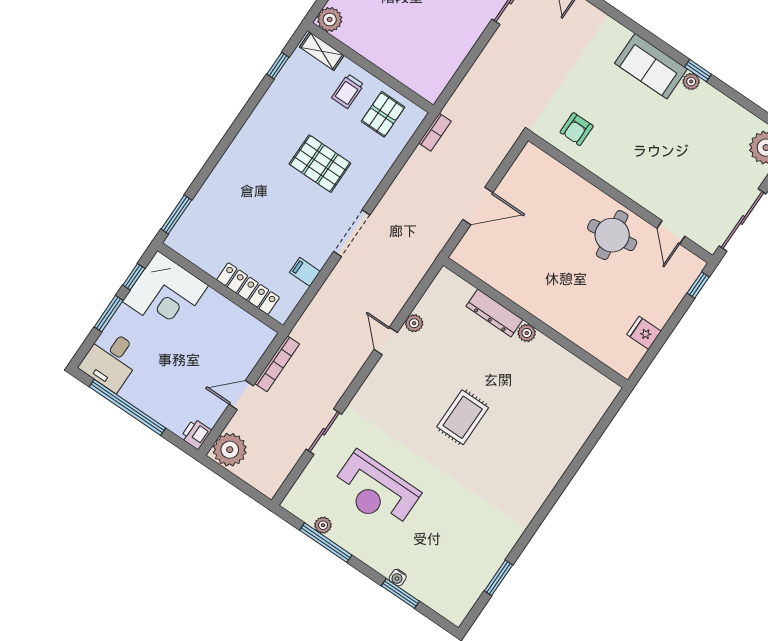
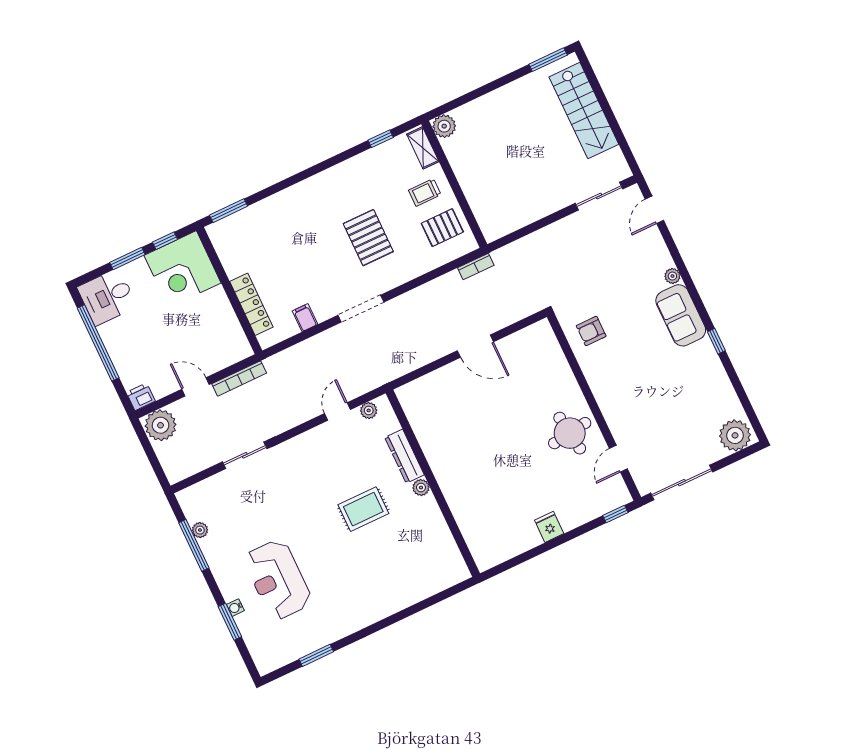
plant: (691, 81) -> (672, 276), moved
dresser: (494, 313) -> (404, 456), moved
wall: (535, 323) -> (433, 483), moved
plant: (527, 333) -> (421, 488), moved
reception desk: (375, 491) -> (278, 580), moved

